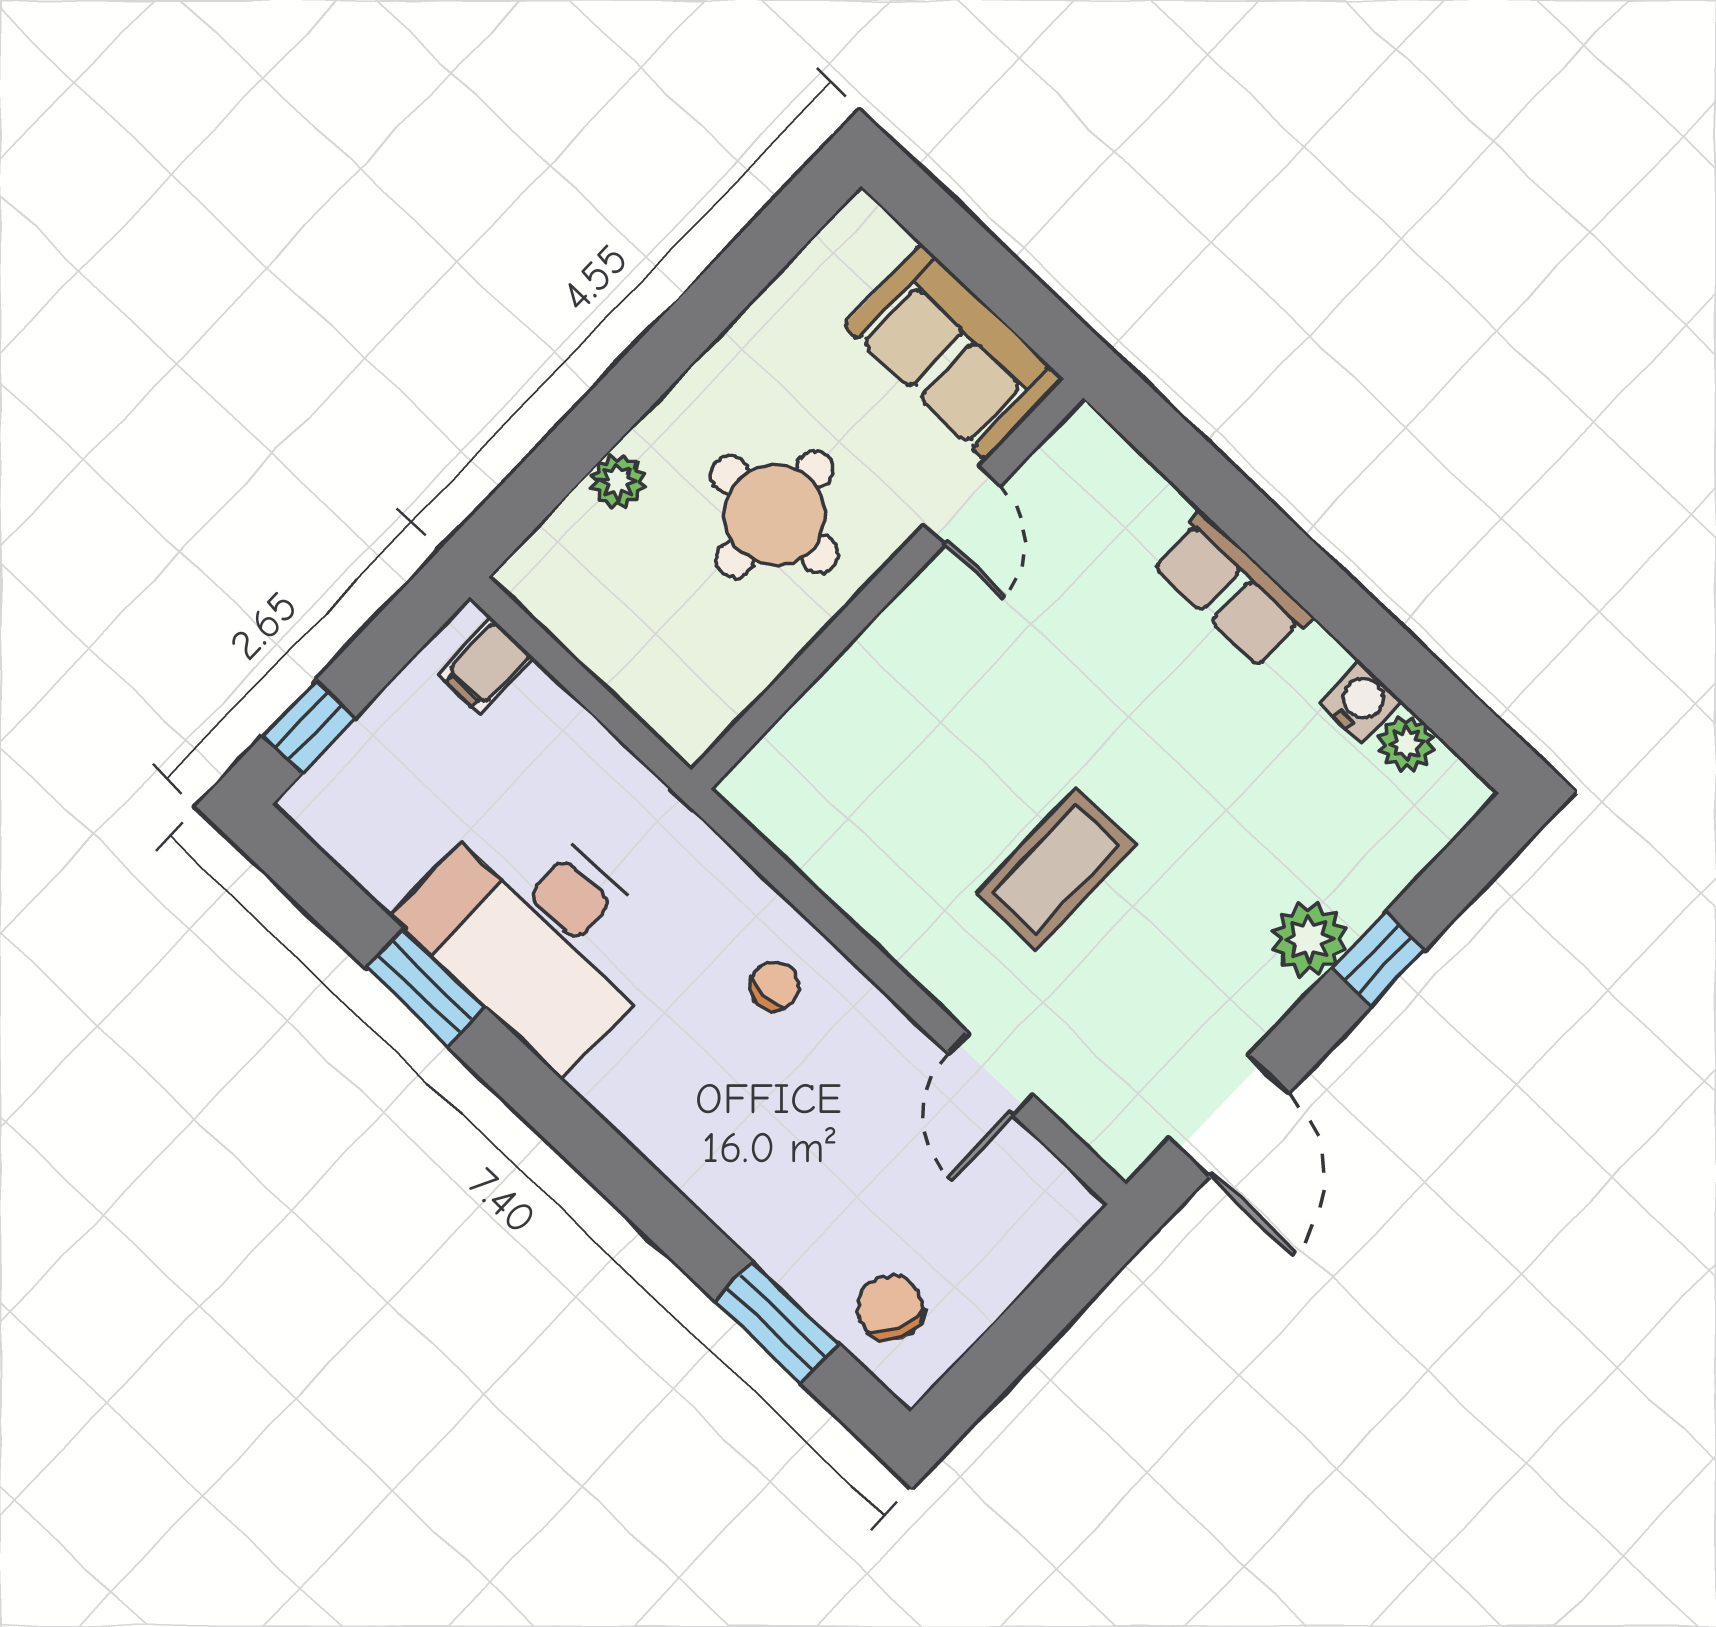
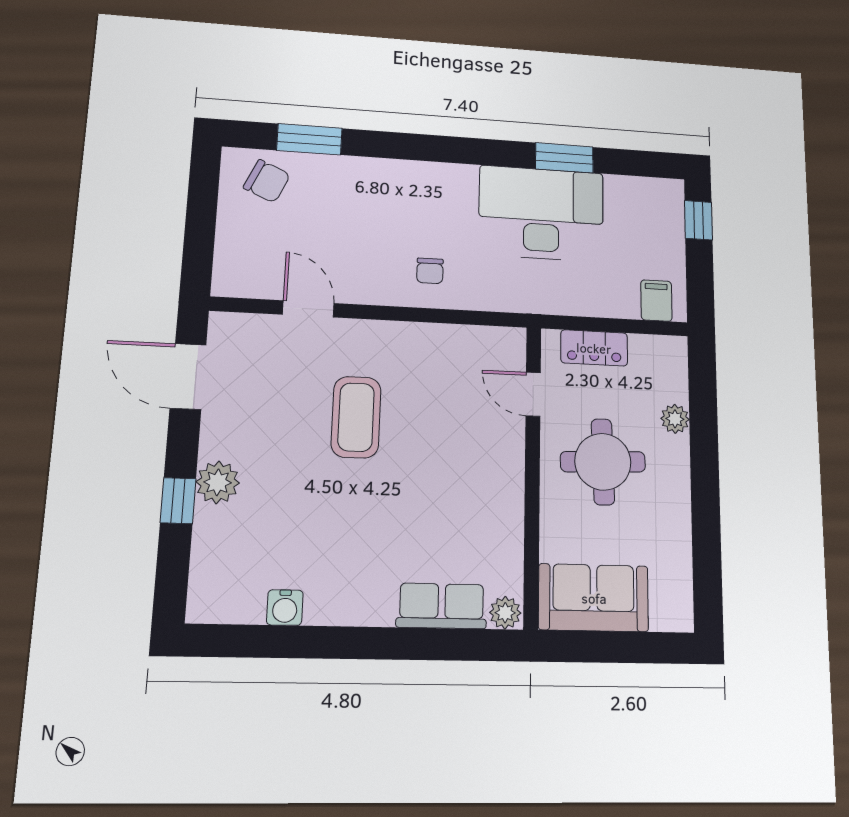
door: (962, 505) -> (533, 394), moved
row of seats: (1232, 590) -> (442, 606), moved
locker: (640, 678) -> (594, 348), added
plant: (1407, 744) -> (505, 613), moved

